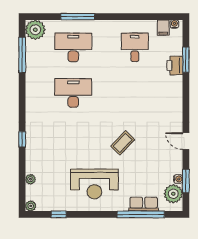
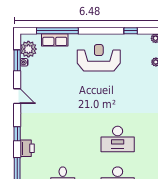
printer: (175, 65) -> (27, 148), moved
window: (186, 99) -> (17, 134), added
coffee table: (123, 143) -> (73, 94), removed

